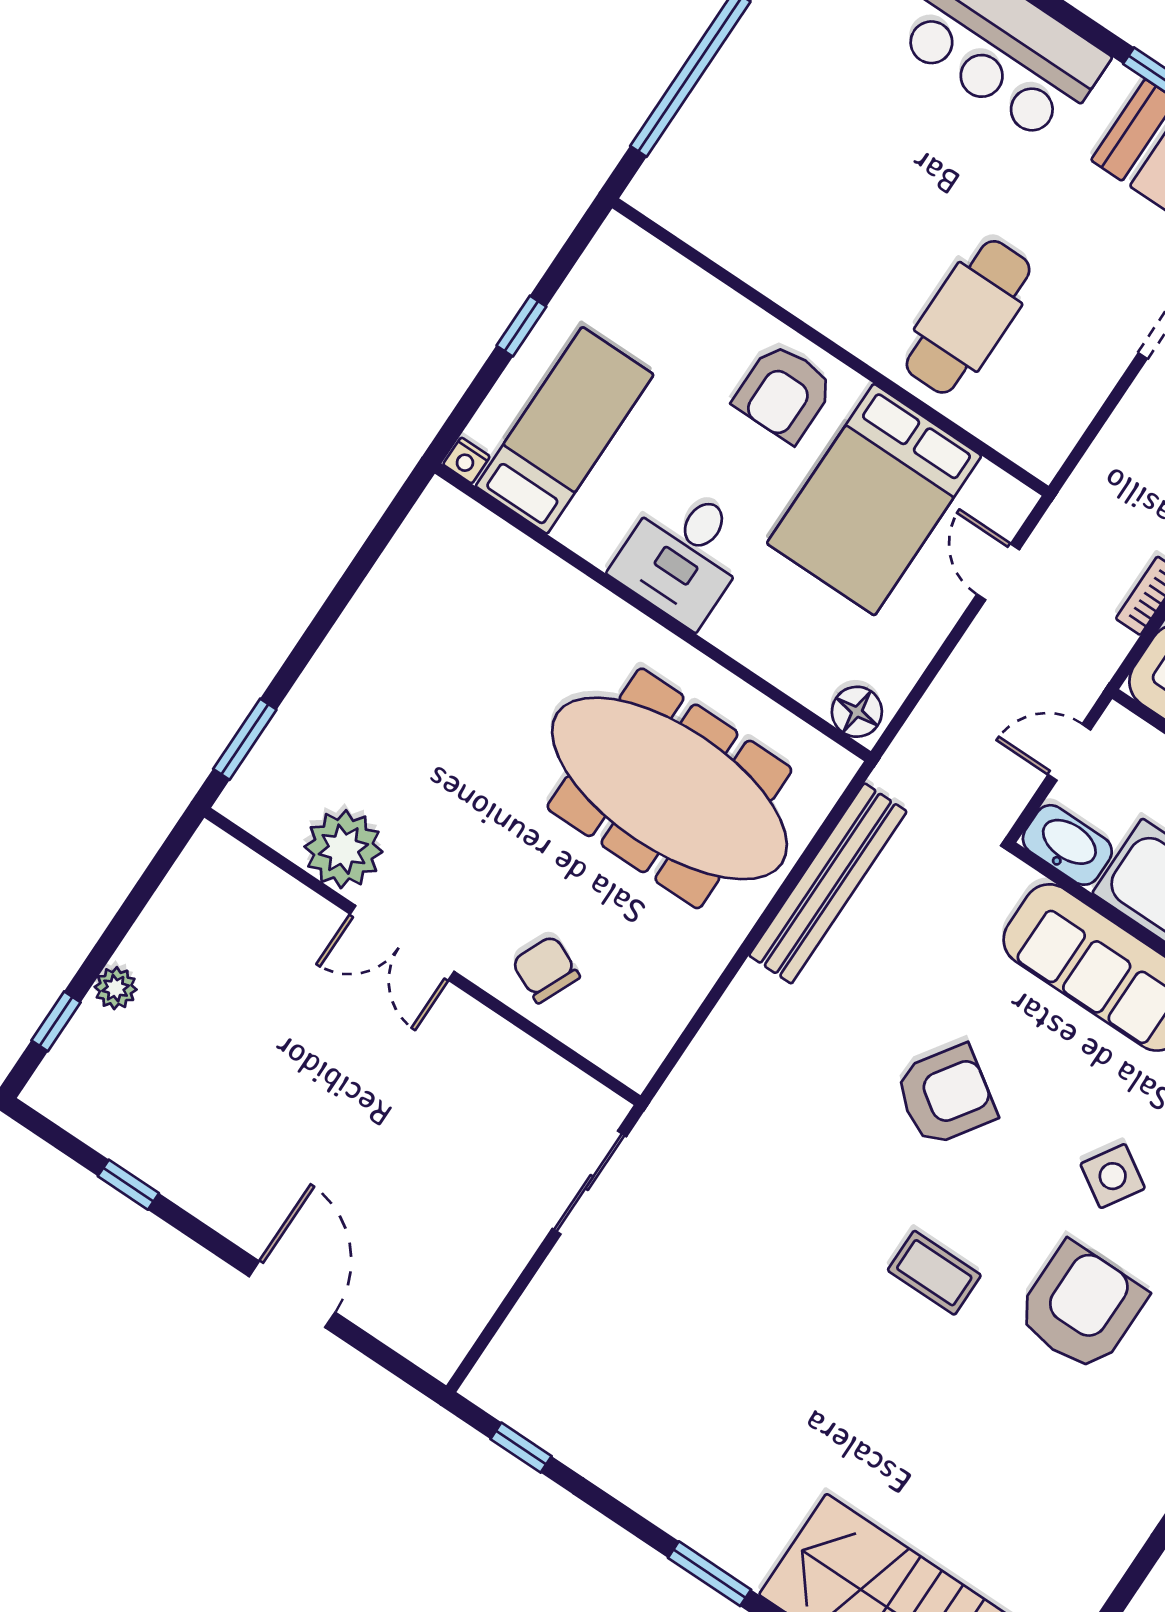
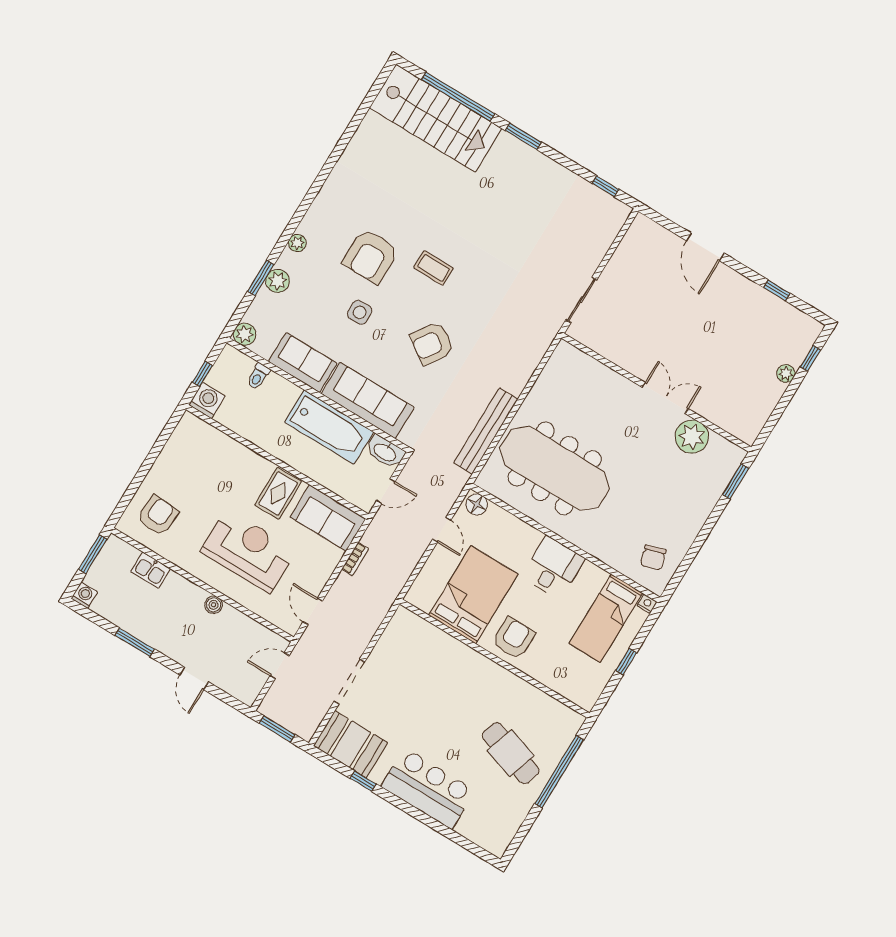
cafe table: (968, 317) -> (511, 753), moved, turned -72
door: (998, 572) -> (442, 530), moved
chair: (546, 969) -> (653, 558), moved, turned 49
side table: (1113, 1176) -> (360, 312), turned -34

